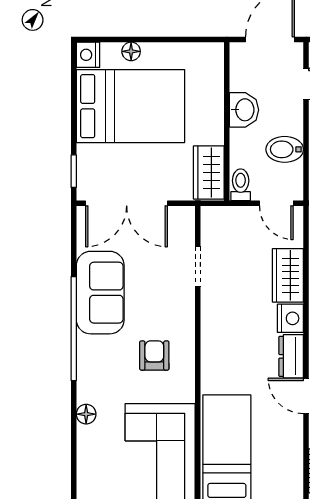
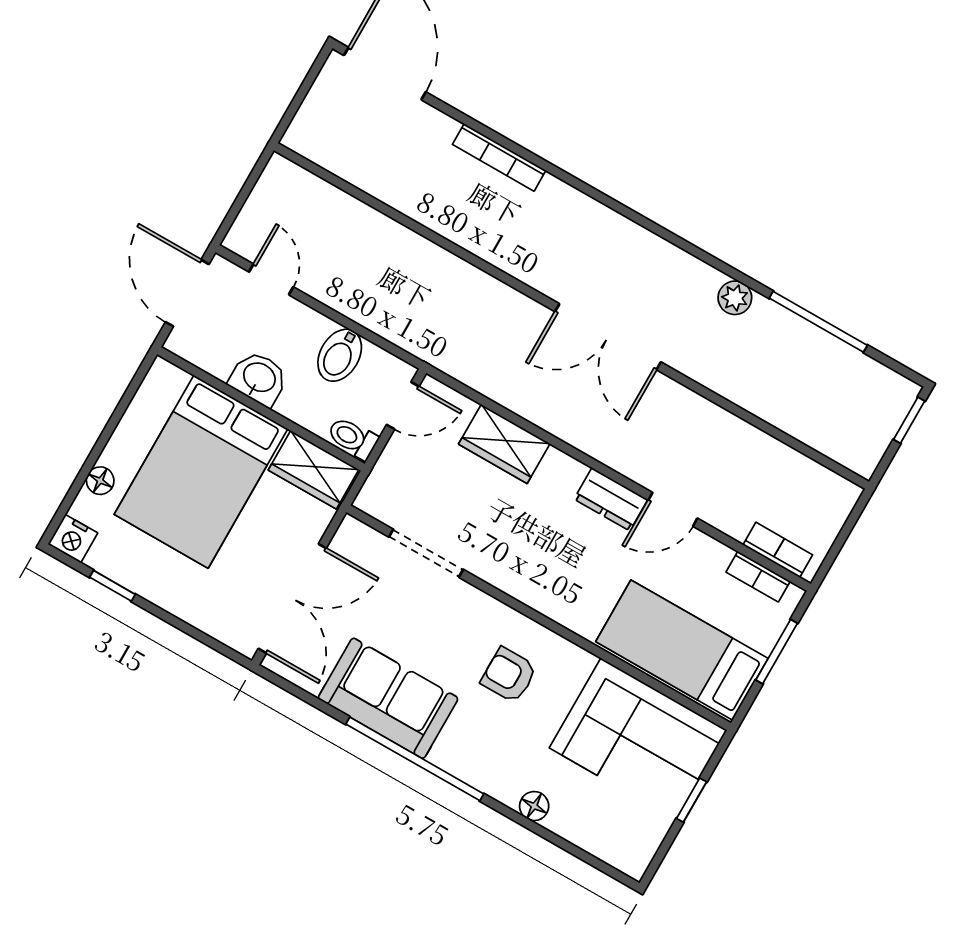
bed: (130, 106) -> (201, 472), moved, turned 180
window: (74, 171) -> (112, 586), moved
doorway: (198, 266) -> (426, 553), width x1.38
nightstand: (290, 318) -> (561, 472), removed
bookcase: (295, 468) -> (758, 577), added

